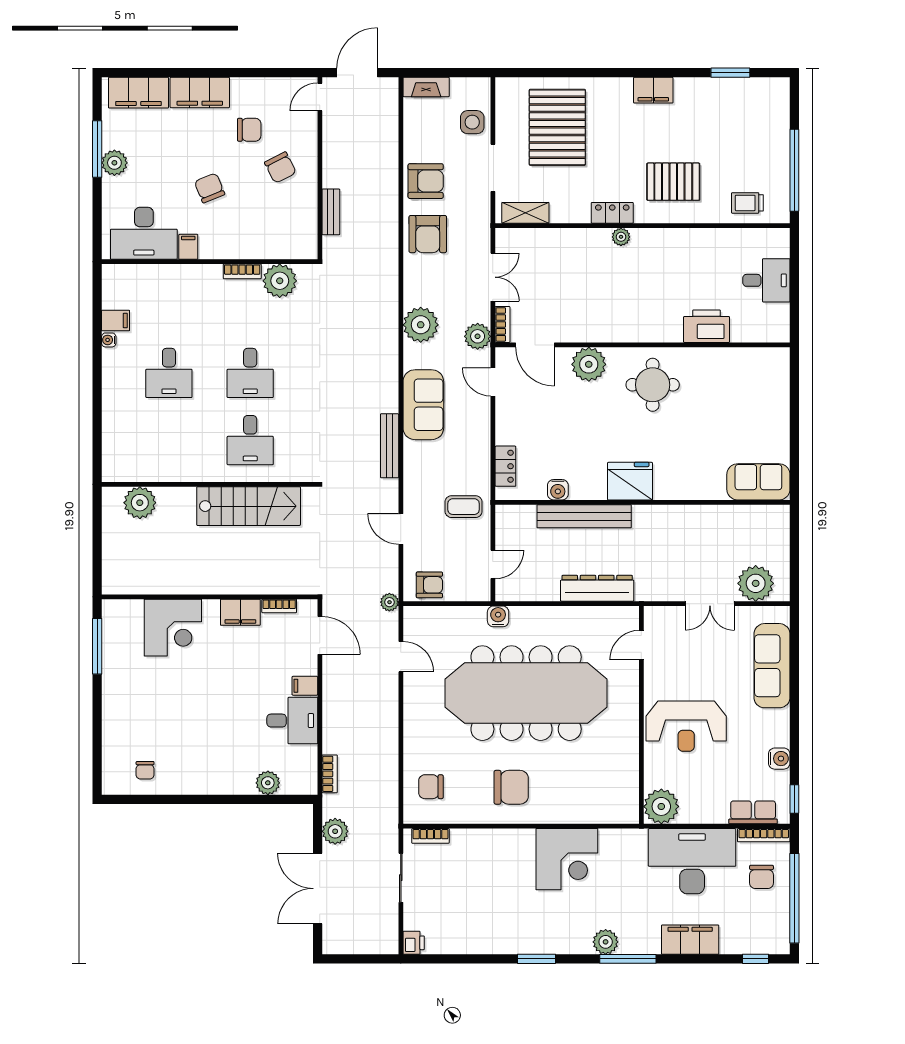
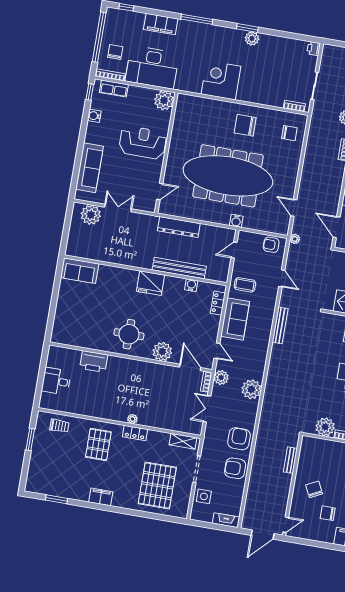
window: (794, 170) -> (30, 439), width x0.47
pallet: (673, 182) -> (98, 444), turned 90
sofa: (423, 405) -> (235, 319), moved, turned 180
plant: (606, 942) -> (252, 38), moved

